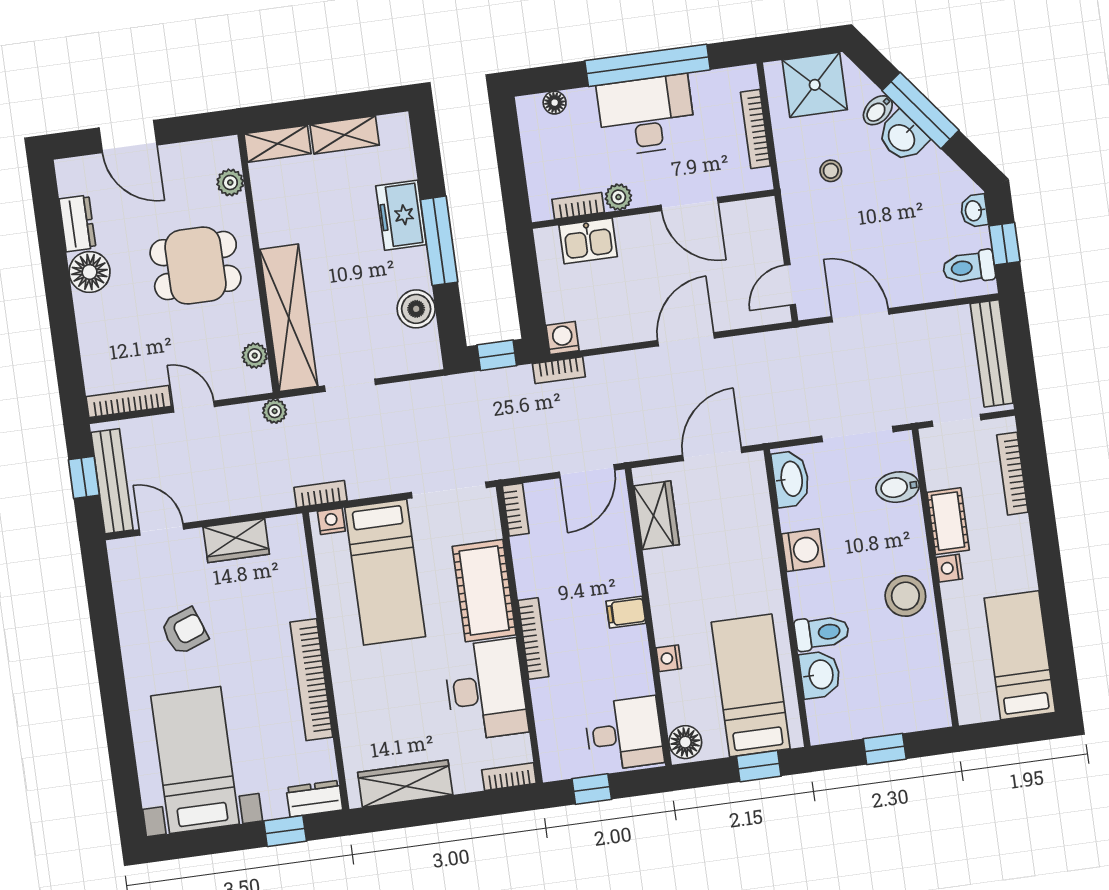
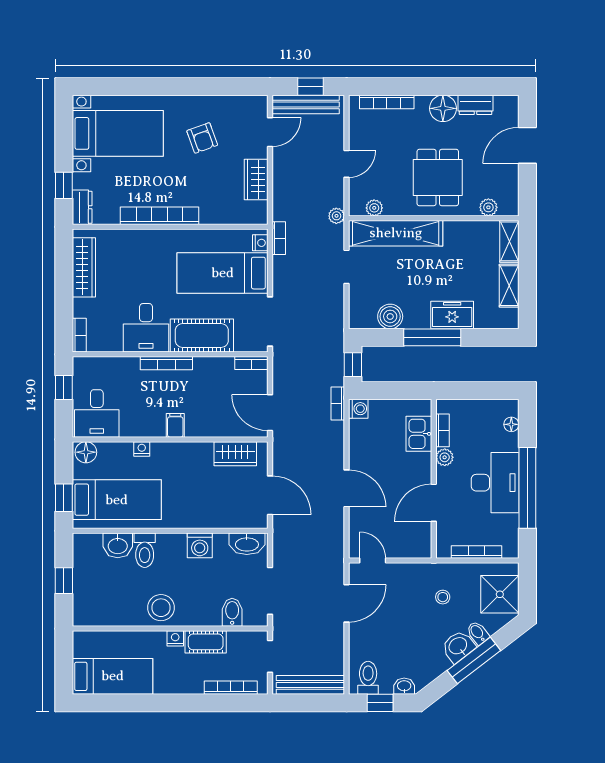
bookcase: (129, 402) -> (387, 102), moved, turned 90
desk: (486, 690) -> (146, 328), width x0.73

